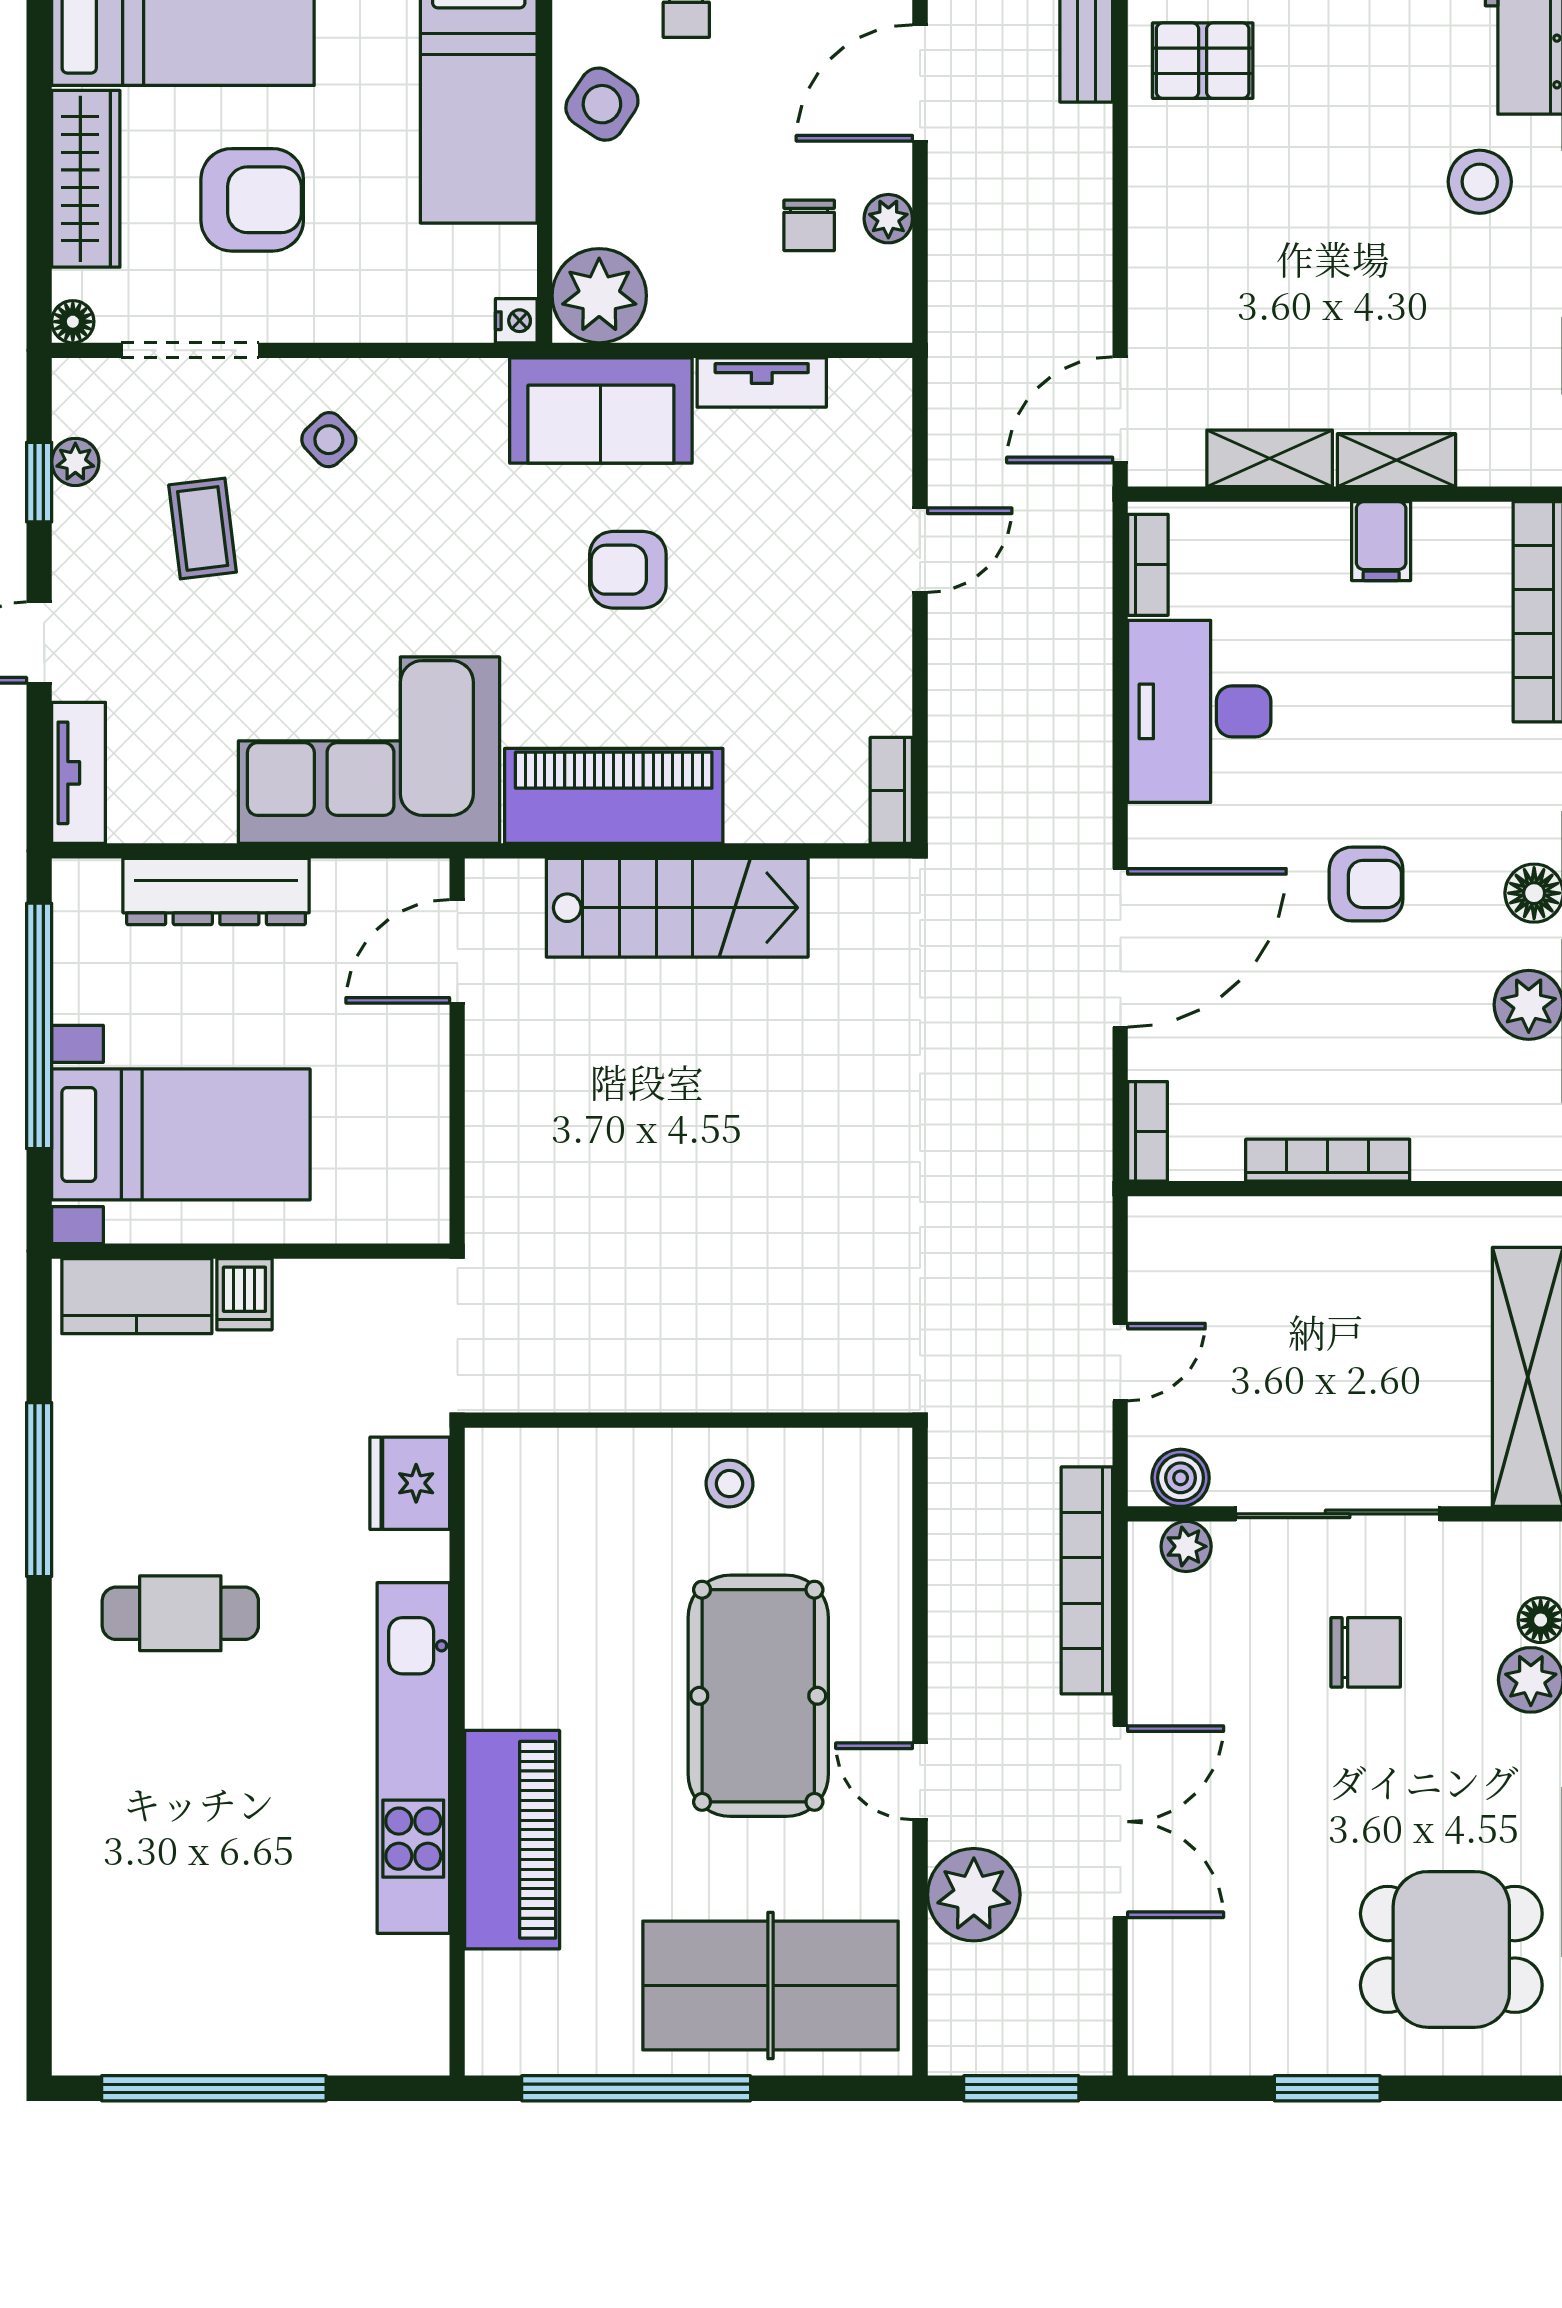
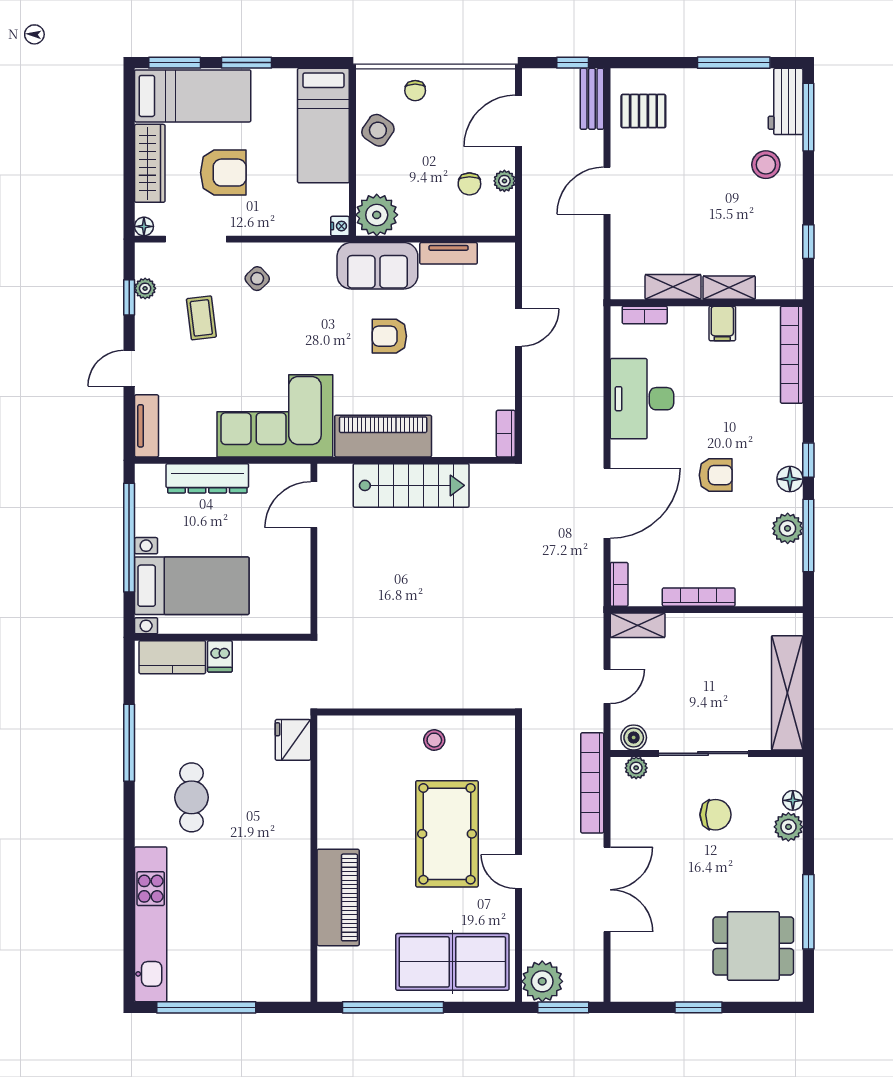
door: (1120, 410) -> (607, 191), moved
bookcase: (1148, 565) -> (645, 315), moved, turned 90
shelving: (1190, 1224) -> (638, 625), added
cafe table: (180, 1613) -> (192, 797), turned 90
kitchen unit: (413, 1758) -> (151, 924), moved, turned 180
plant: (974, 1895) -> (542, 981), moved

